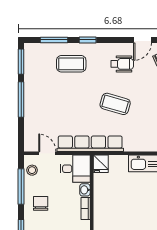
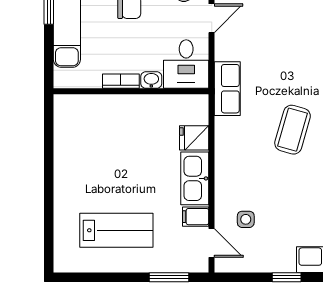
row of seats: (90, 144) -> (227, 89), width x0.50
fridge: (101, 164) -> (194, 138), moved

